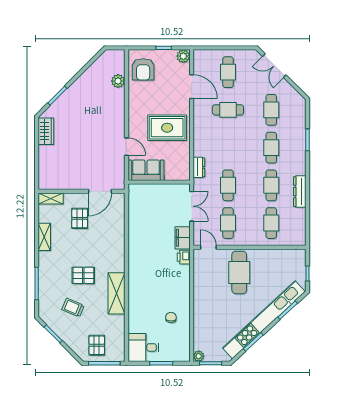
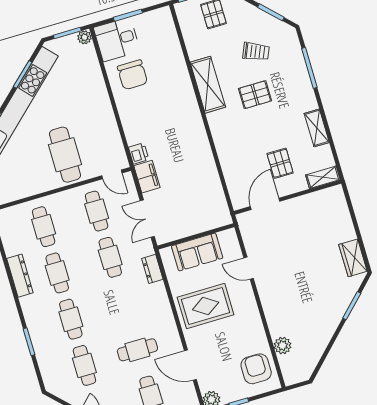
sofa: (146, 170) -> (197, 252), moved
chair: (171, 317) -> (132, 75), width x1.87, depth x1.87
desk: (143, 347) -> (117, 39), moved, turned 180

